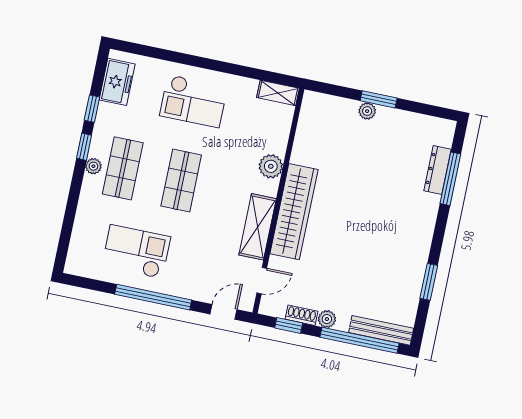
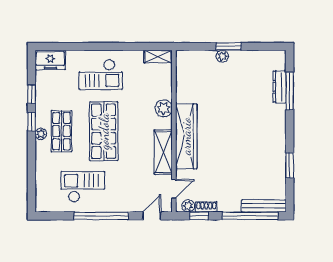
freezer: (117, 82) -> (50, 60), moved, turned 90
shop shelf: (181, 181) -> (104, 131), width x1.43, depth x1.36
plant: (327, 319) -> (188, 206), moved

